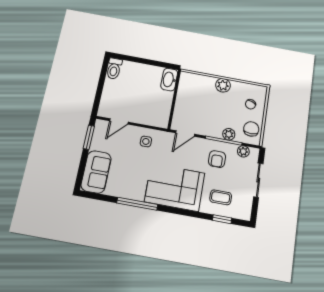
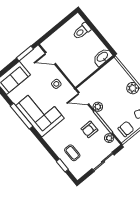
toilet: (114, 69) -> (82, 31), moved
plant: (229, 134) -> (98, 107), moved
corner sofa: (175, 187) -> (40, 112), moved

